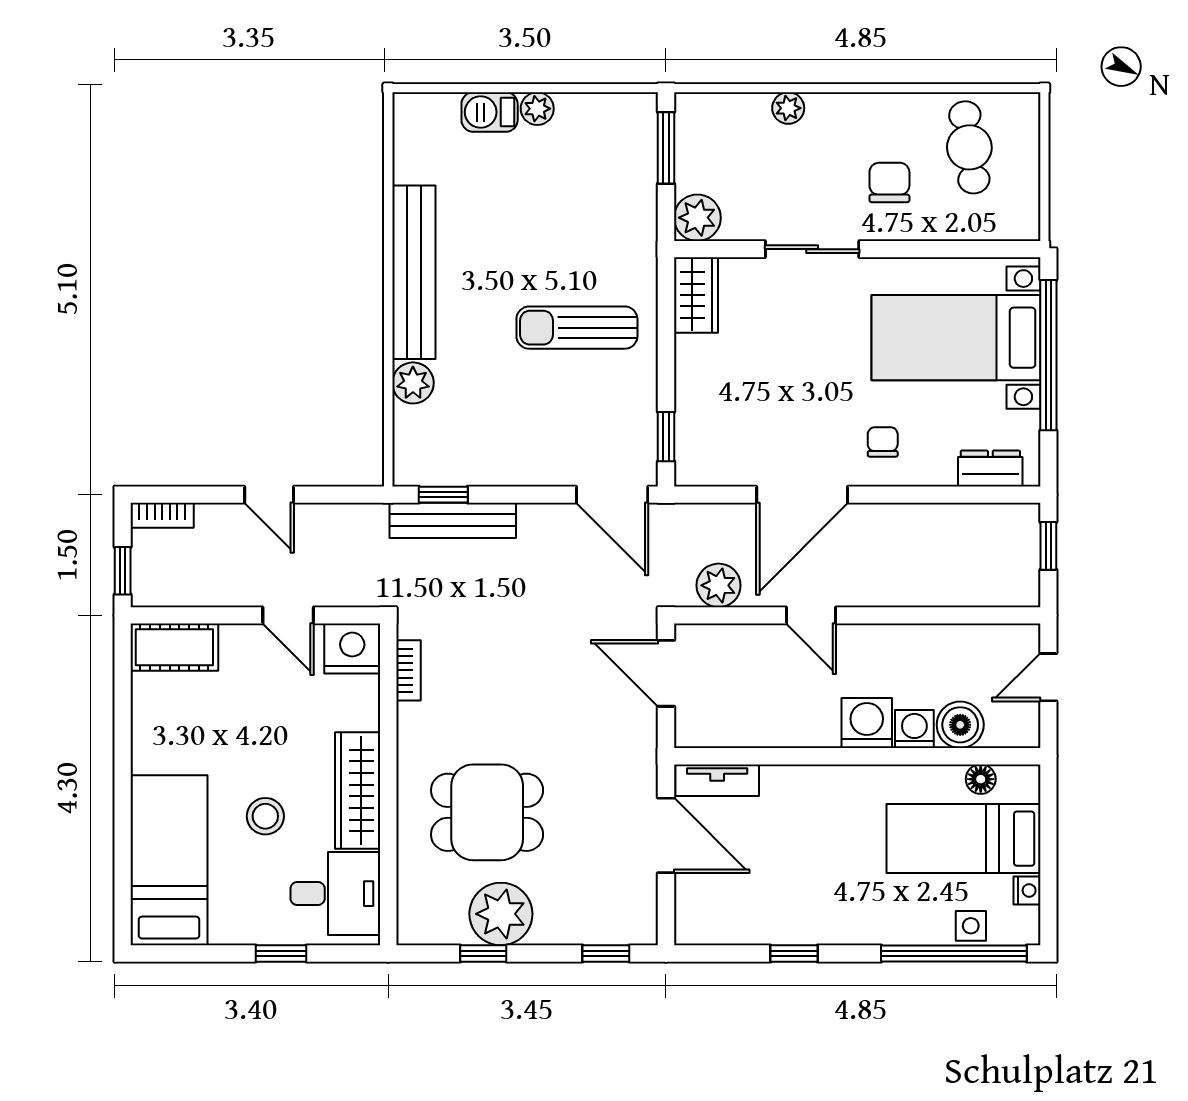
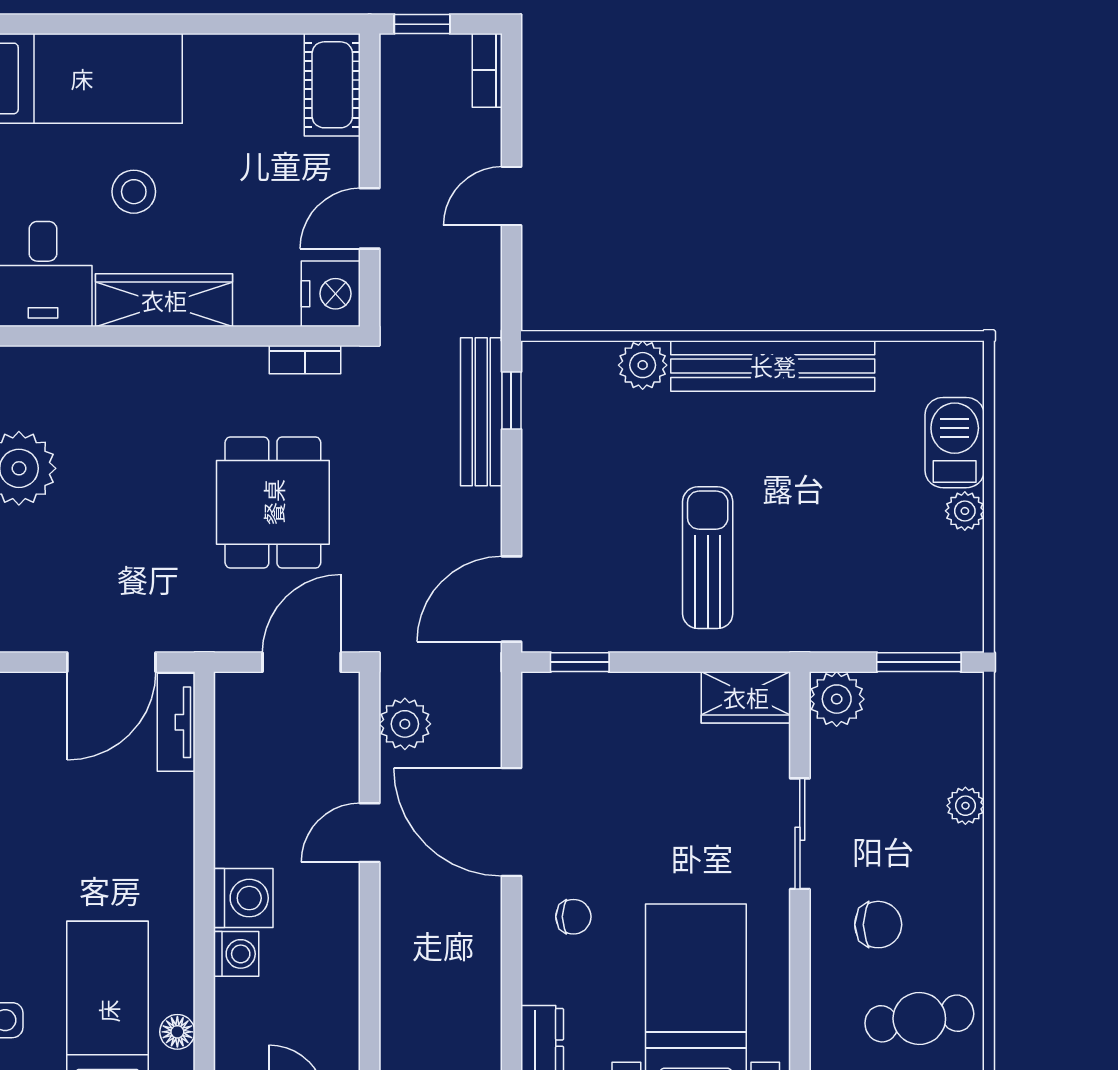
barbecue: (490, 112) -> (955, 443), width x1.38, depth x1.27
boiler: (960, 725) -> (241, 1008), removed
dining table: (487, 812) -> (273, 502), moved

